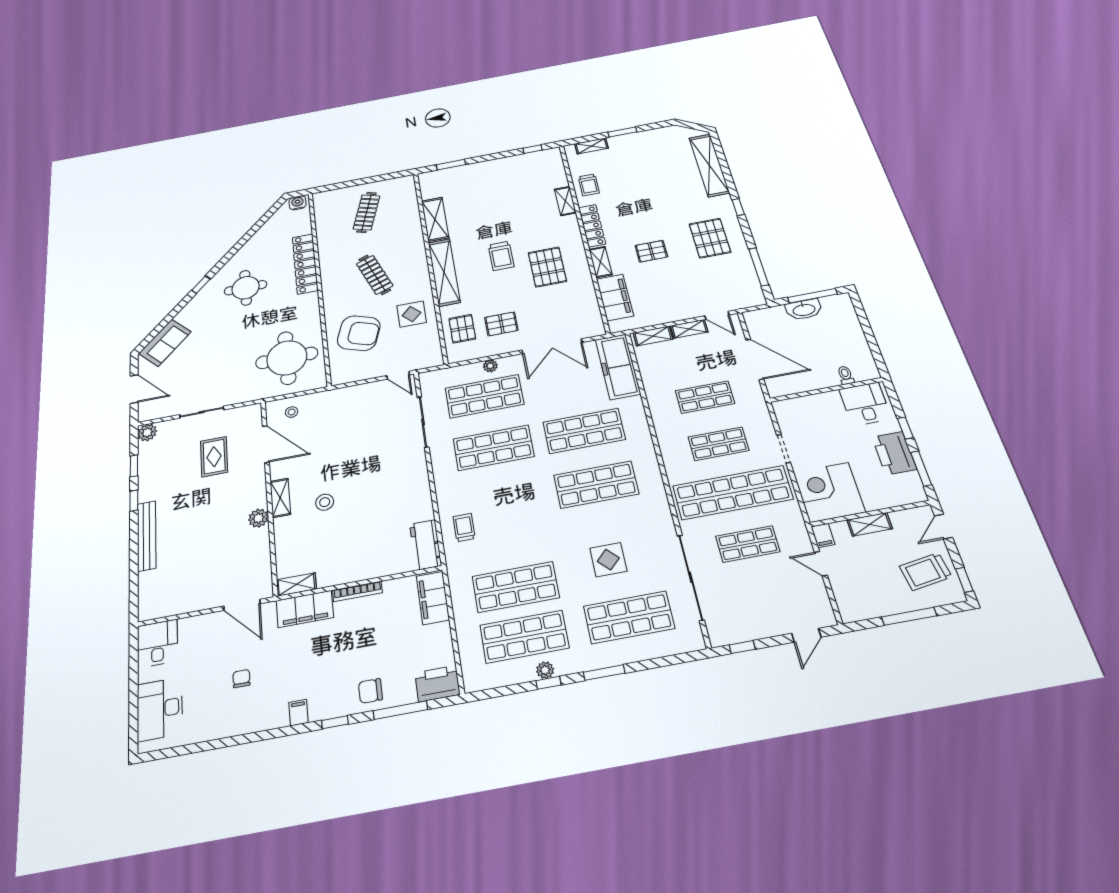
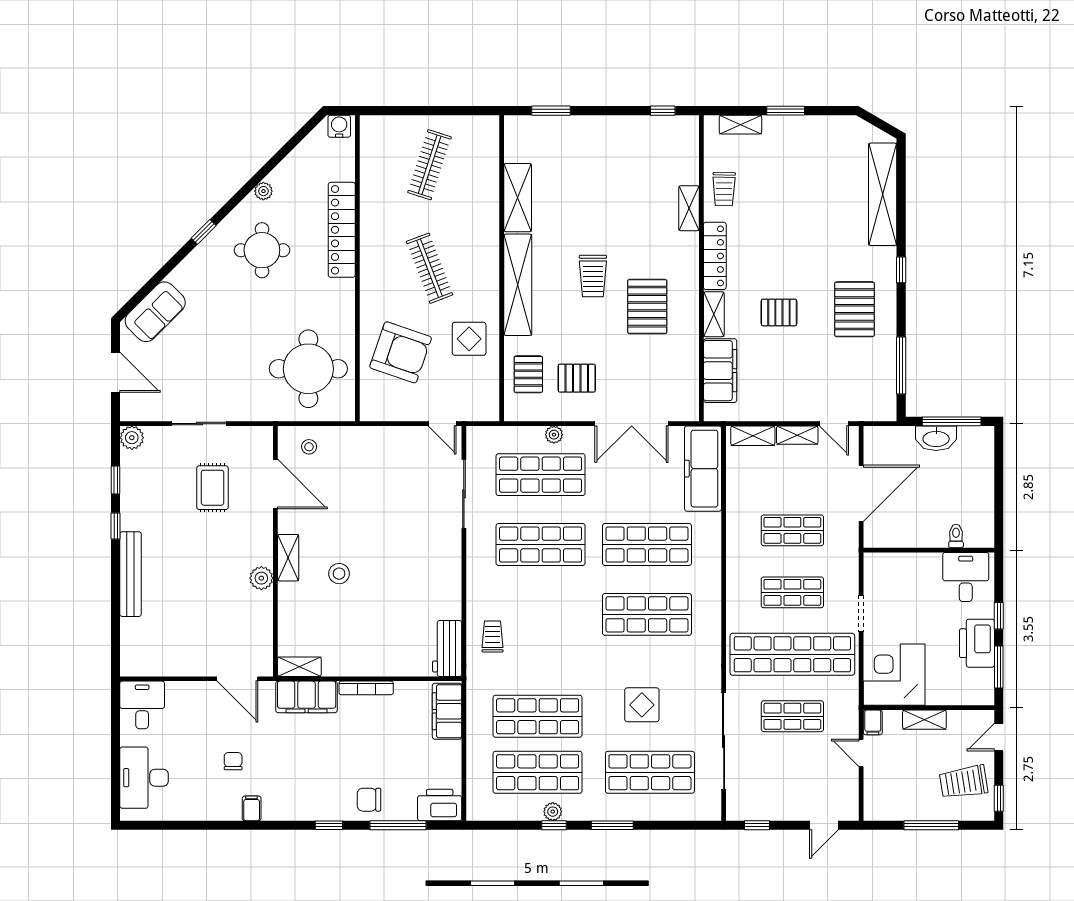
plant: (245, 251) -> (263, 191), added
door: (755, 359) -> (861, 493), hinge flipped
filing cabinet: (299, 713) -> (252, 808), moved

